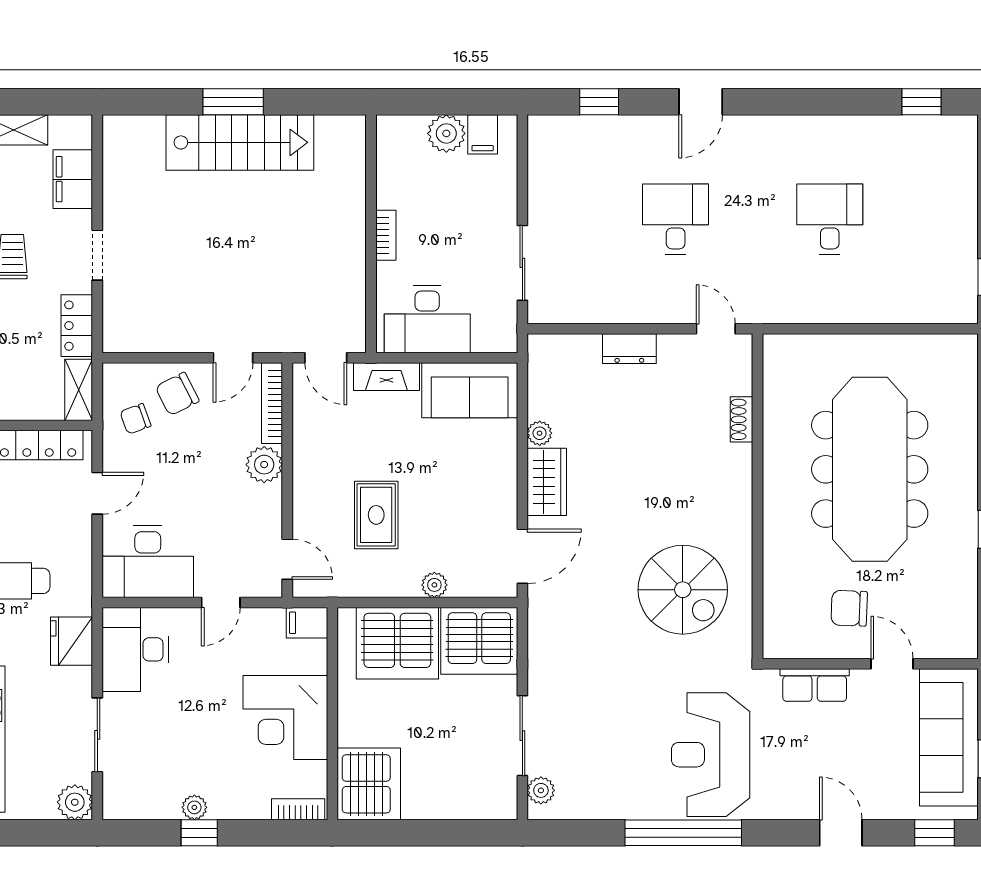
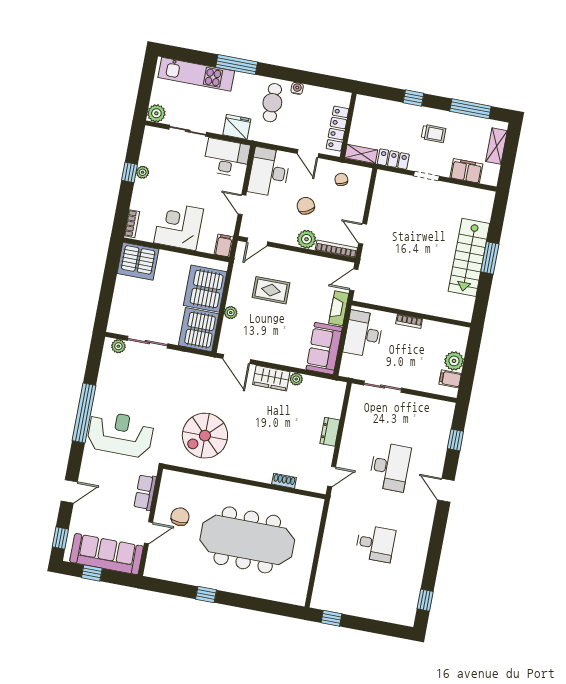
desk: (676, 219) -> (390, 467), width x1.37
chair: (177, 394) -> (306, 206), moved

